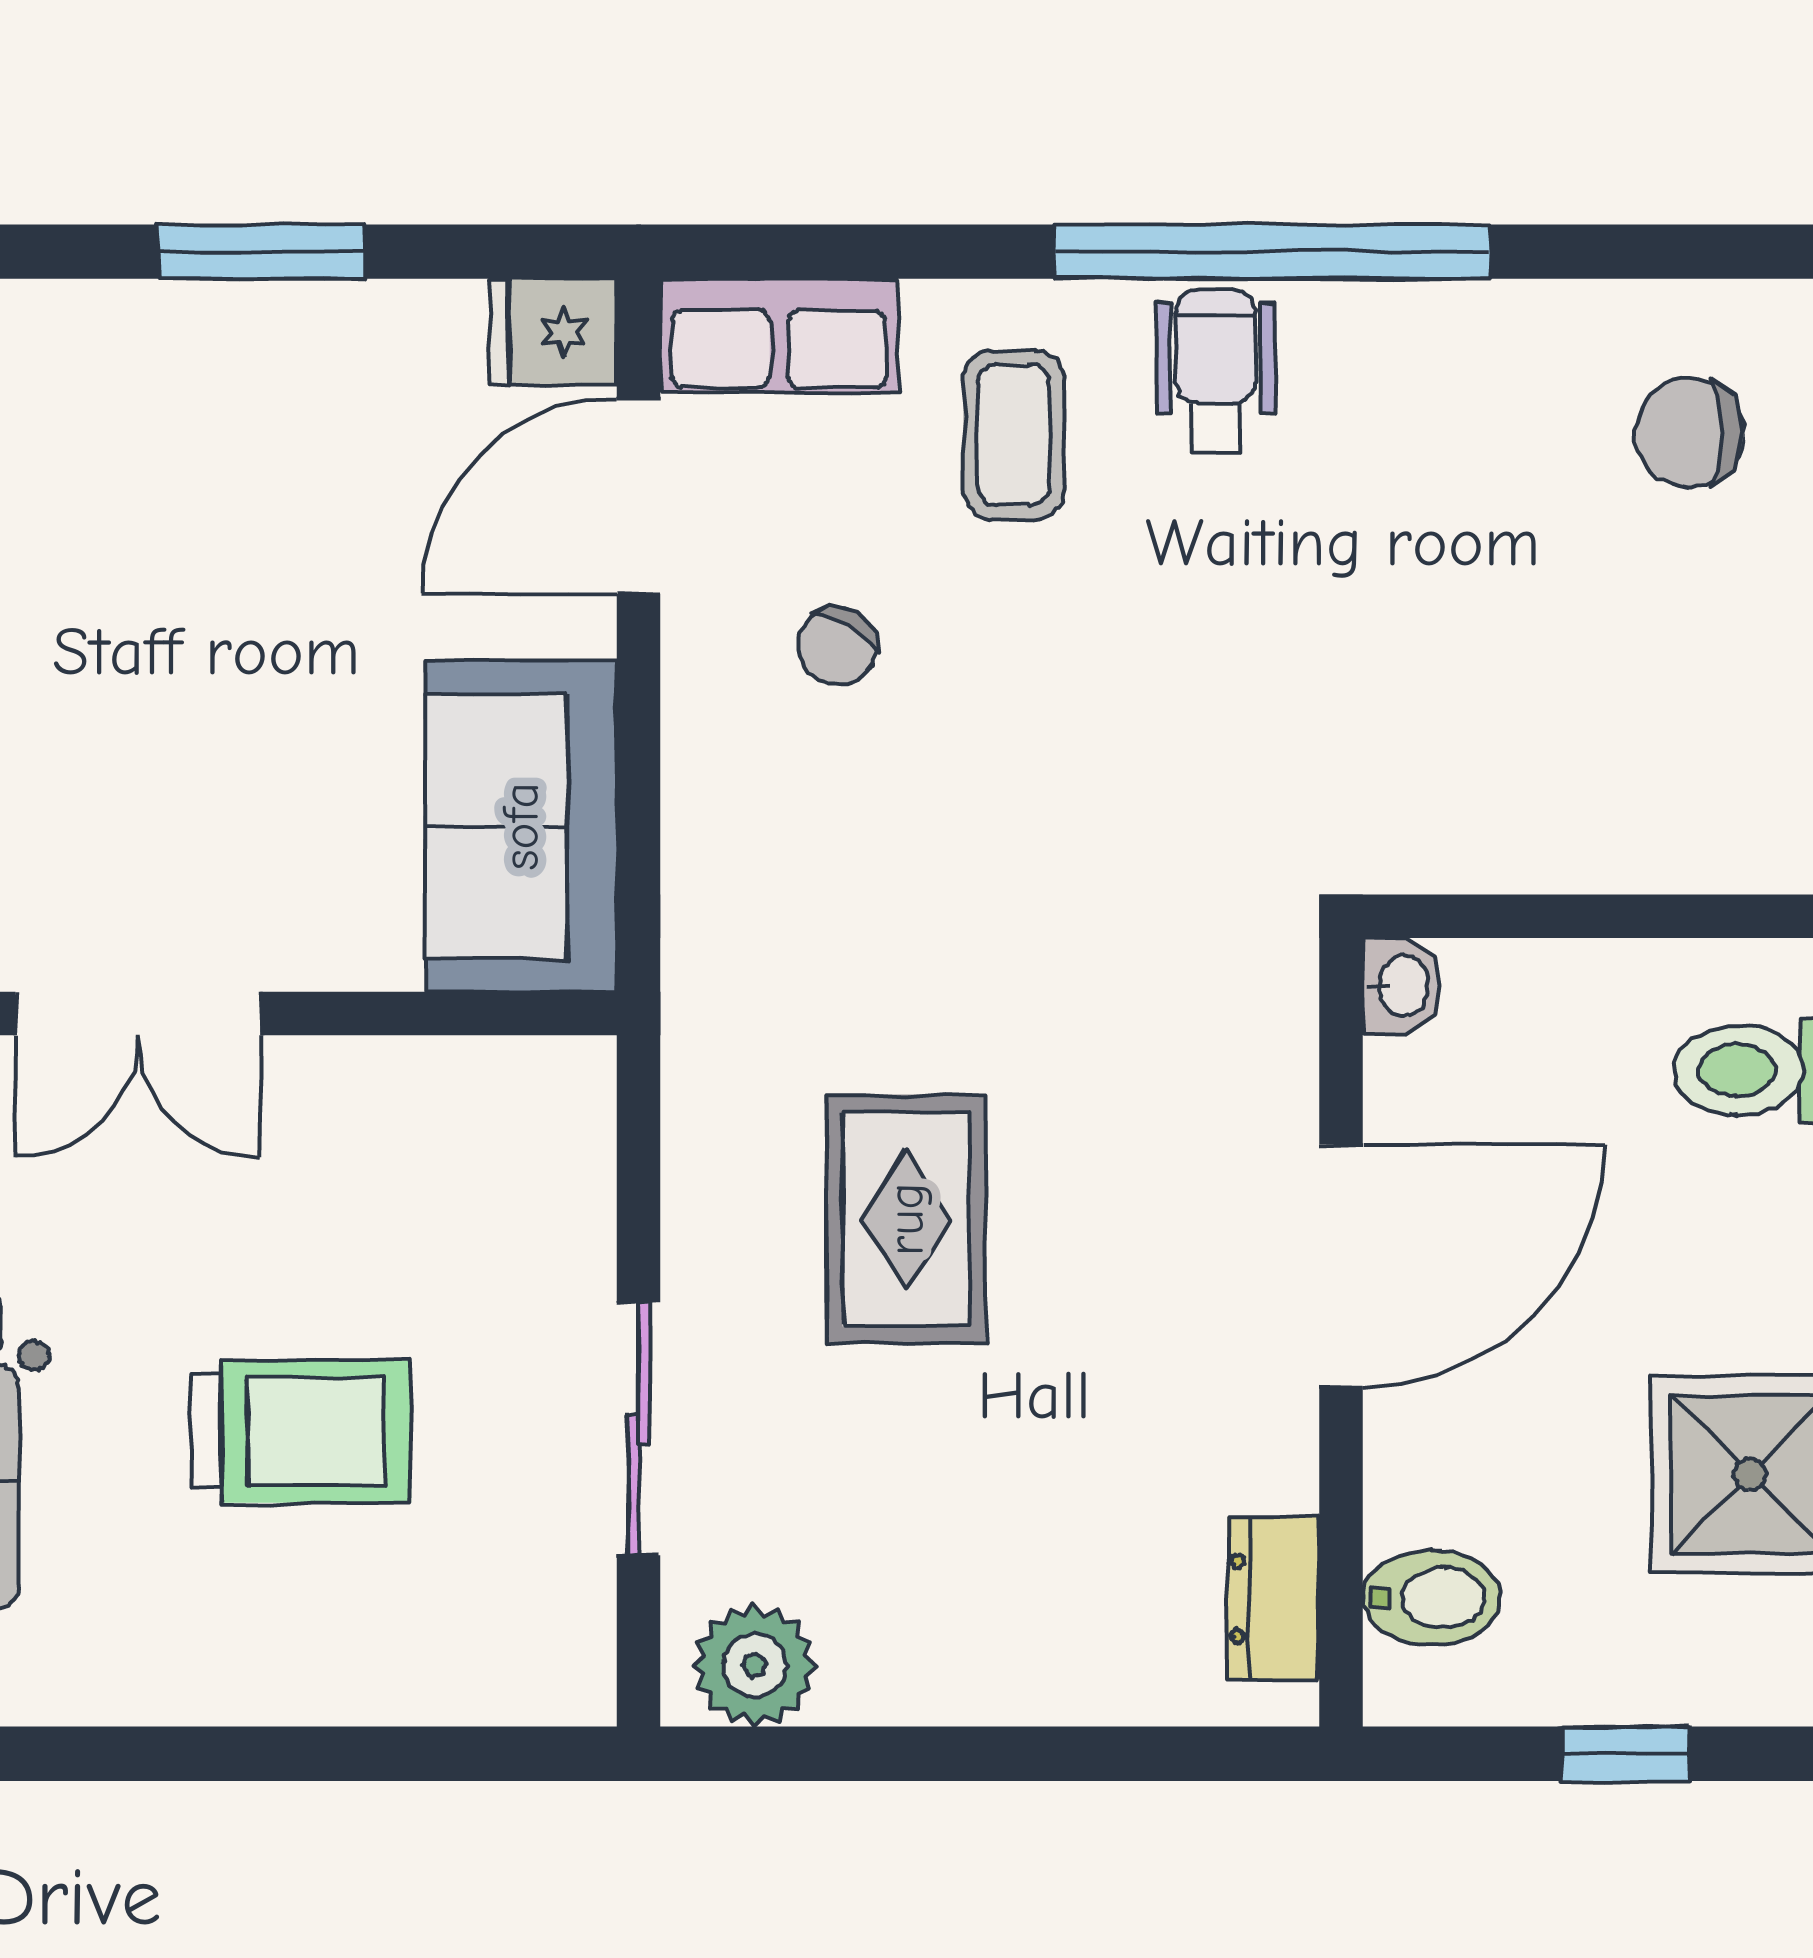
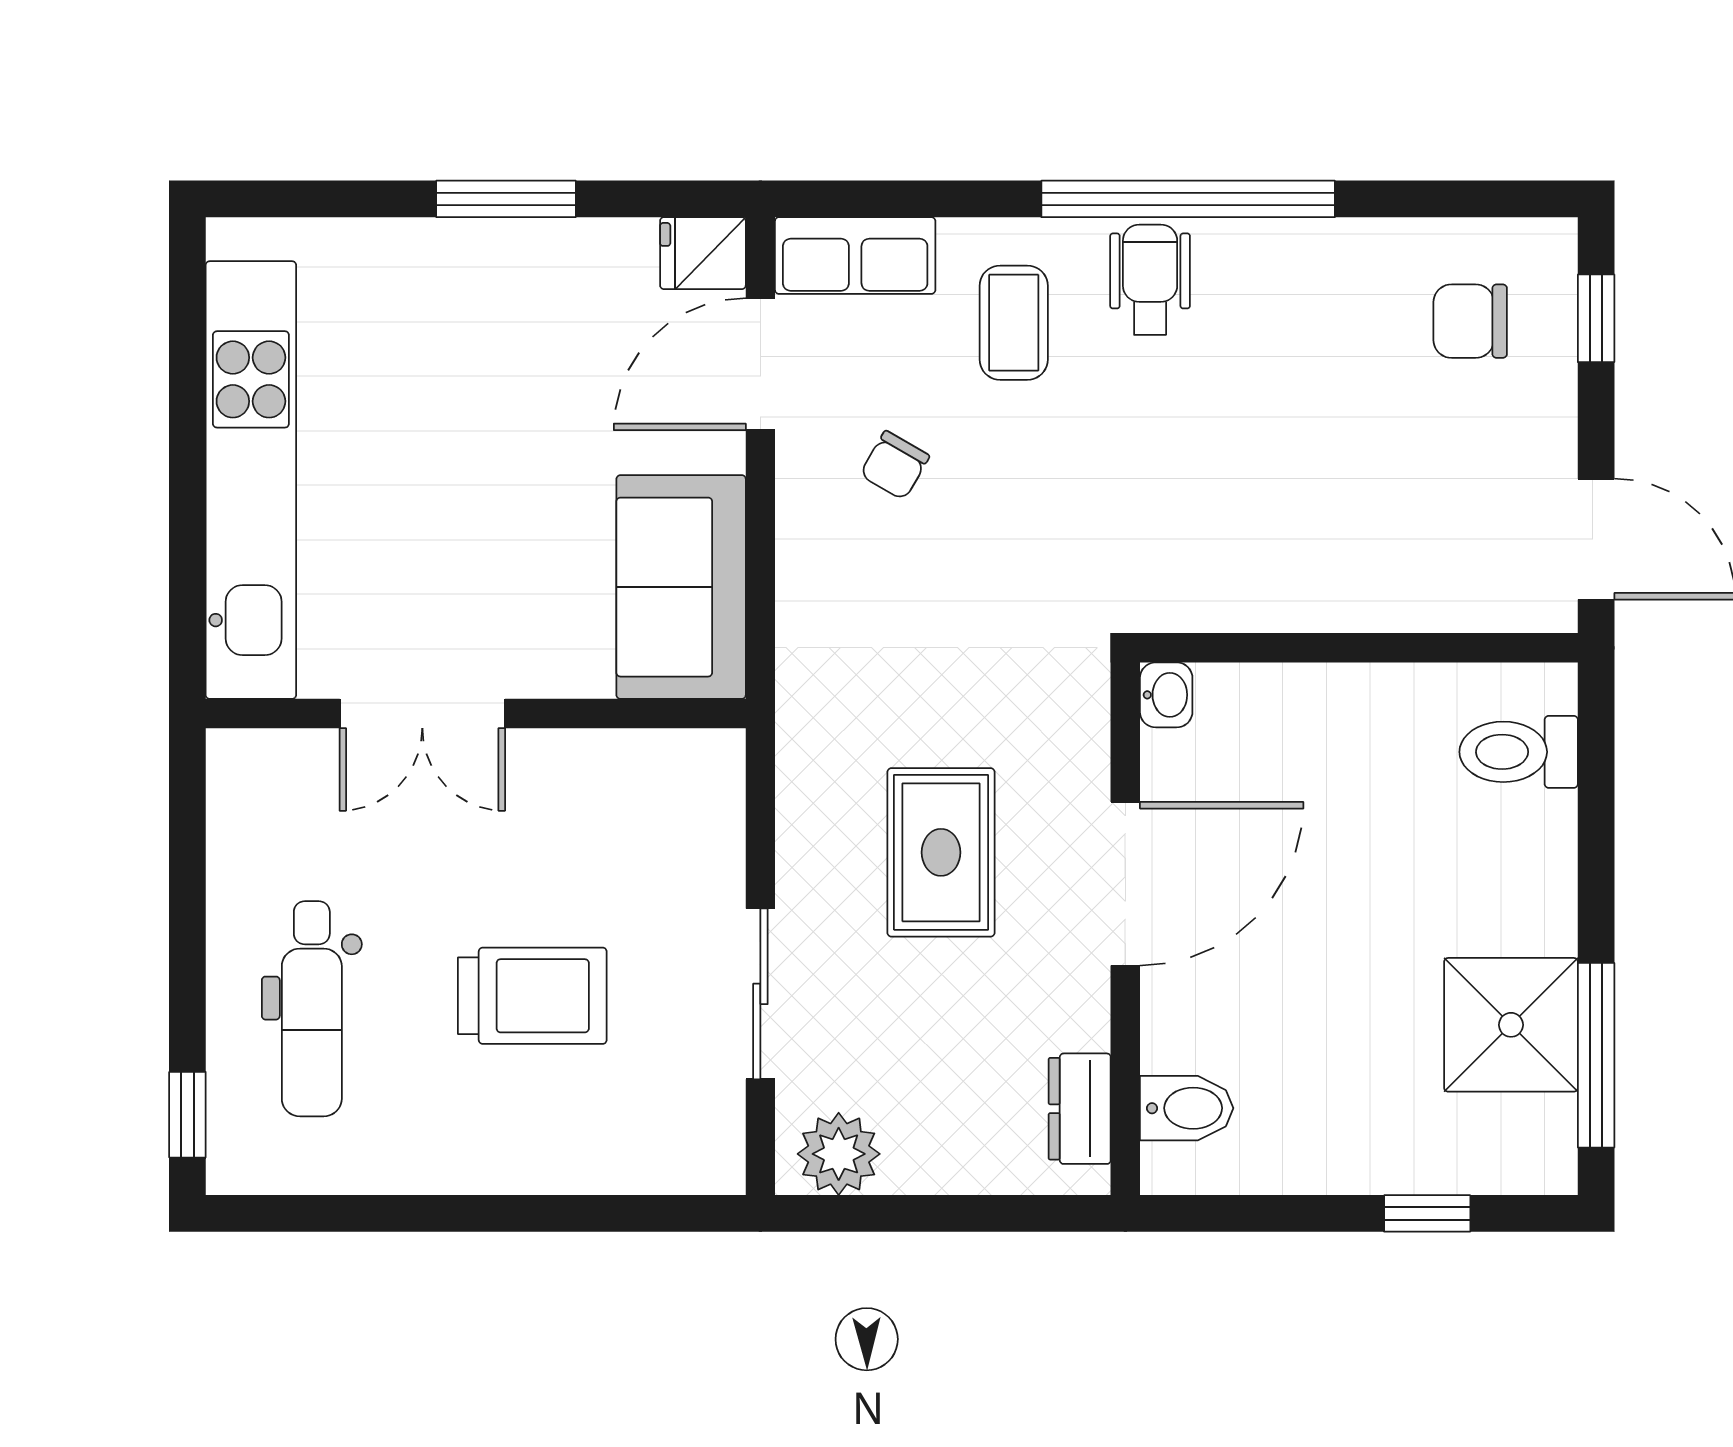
washbasin: (1402, 986) -> (1166, 695), moved
door: (1341, 1266) -> (1125, 884), moved
wall: (1341, 1332) -> (1125, 929), moved
bidet: (1432, 1598) -> (1187, 1108), moved
dresser: (1273, 1599) -> (1080, 1109), moved

